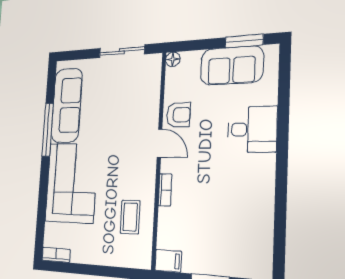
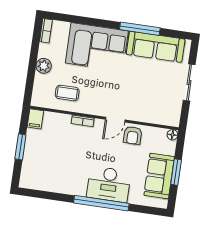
window: (244, 41) -> (176, 172), moved
sliding door: (122, 51) -> (189, 83), moved
desk: (252, 129) -> (109, 184), width x1.37
window: (282, 145) -> (101, 203), added
plant: (98, 254) -> (44, 66), added

